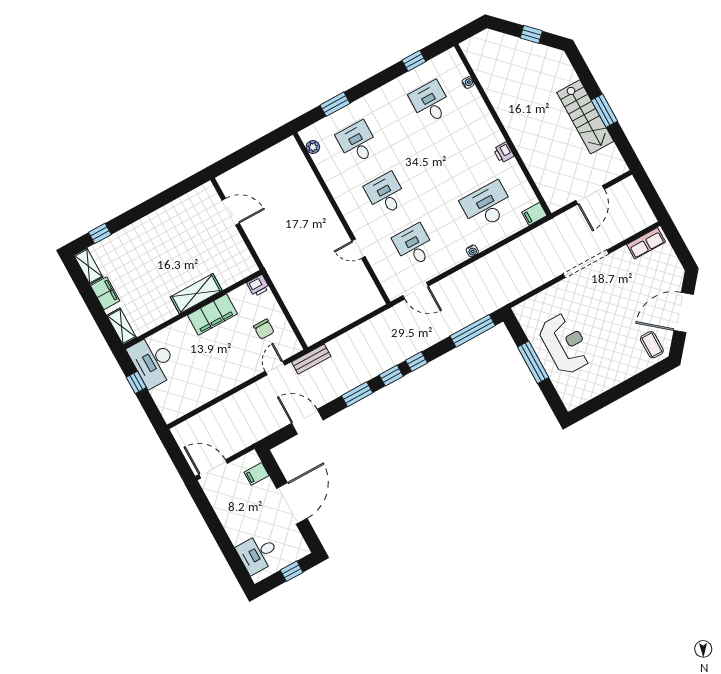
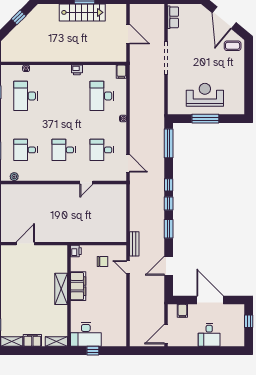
desk: (430, 102) -> (26, 96), width x1.37
door: (416, 291) -> (128, 163), hinge flipped
desk: (258, 553) -> (209, 335), moved

